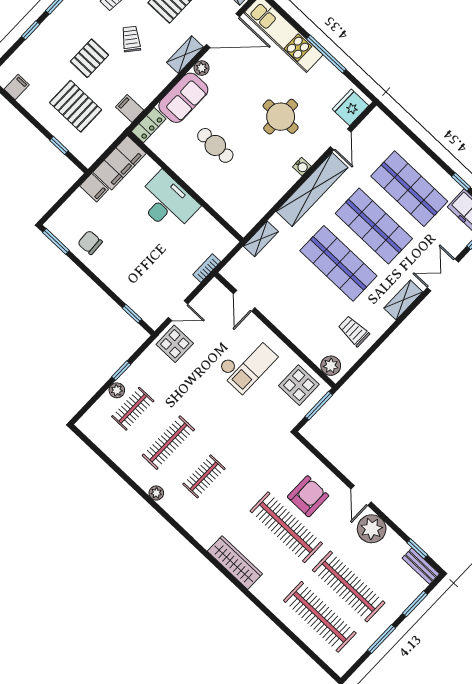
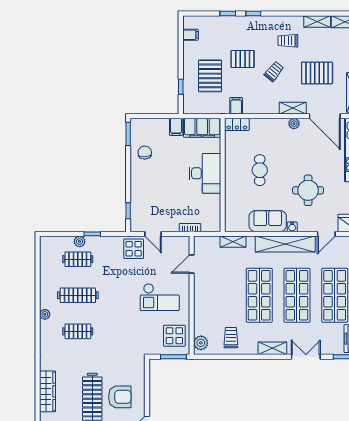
sofa: (183, 98) -> (268, 221), moved, turned 180

